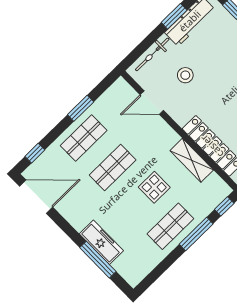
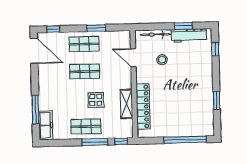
freezer: (101, 242) -> (46, 125), moved

